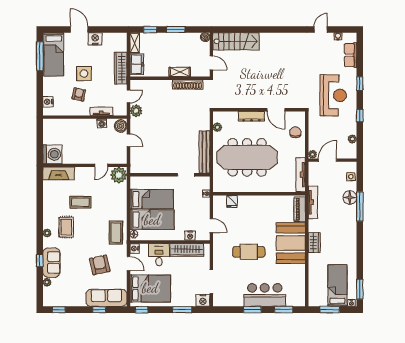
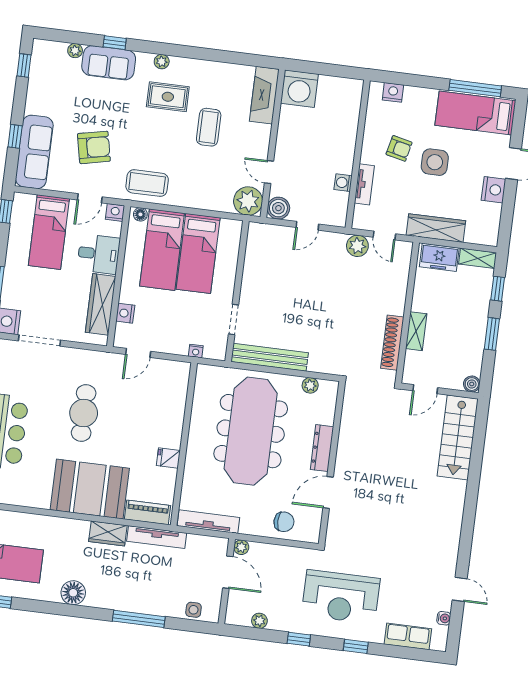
boiler: (121, 126) -> (278, 208), moved
floor lamp: (350, 197) -> (73, 593), moved
fridge: (232, 201) -> (168, 458), moved
wardrobe: (314, 243) -> (108, 533), moved
bed: (150, 288) -> (49, 232), width x0.67

